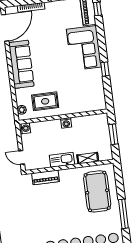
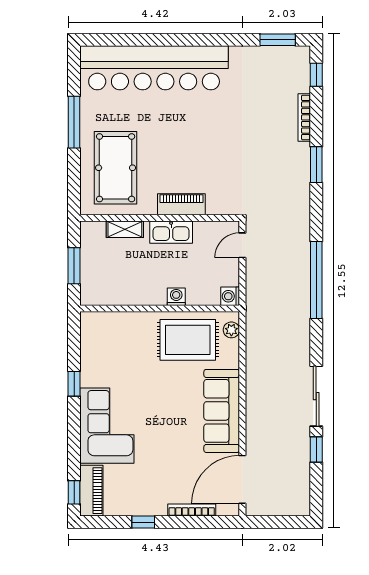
rug: (45, 101) -> (188, 340), width x1.36, depth x1.43
washing machine: (66, 123) -> (176, 297), moved
door: (22, 157) -> (242, 245), swing flipped
piano: (46, 177) -> (181, 204), moved

